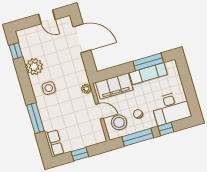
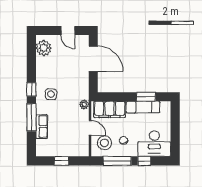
window: (16, 51) -> (31, 89), moved
window: (148, 62) -> (146, 97), width x0.69
plant: (34, 67) -> (44, 48), moved
row of seats: (54, 143) -> (42, 126), moved

